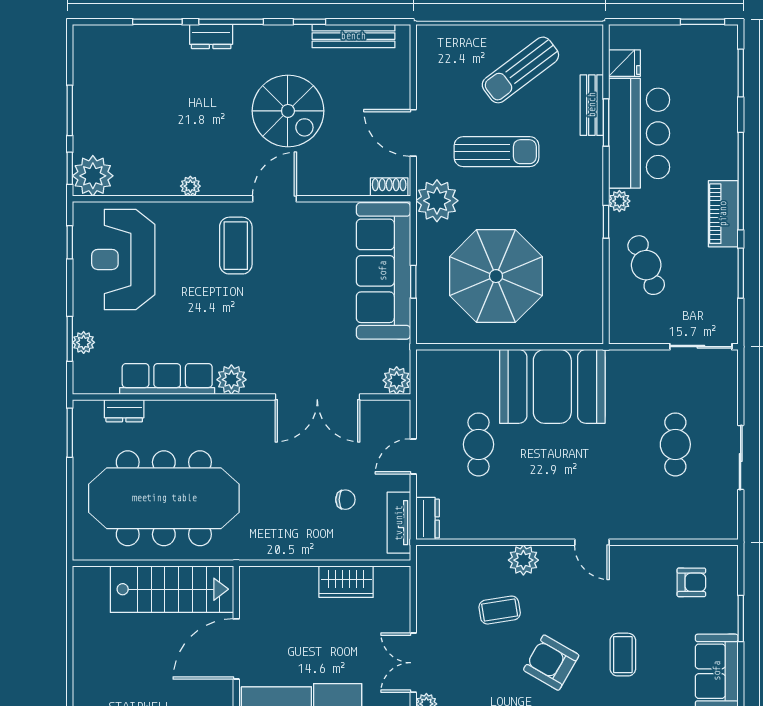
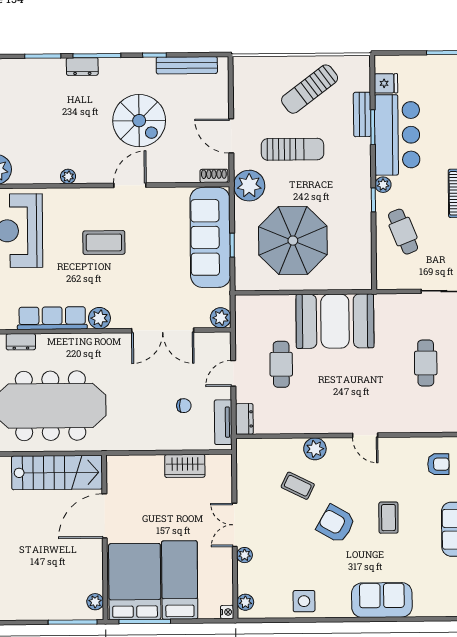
coffee table: (236, 246) -> (104, 243), moved, turned 90
coffee table: (500, 610) -> (298, 486), turned 35

